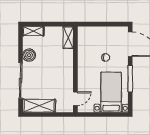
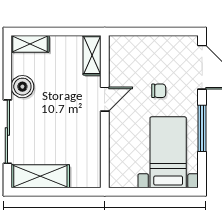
door: (75, 99) -> (105, 99), moved

